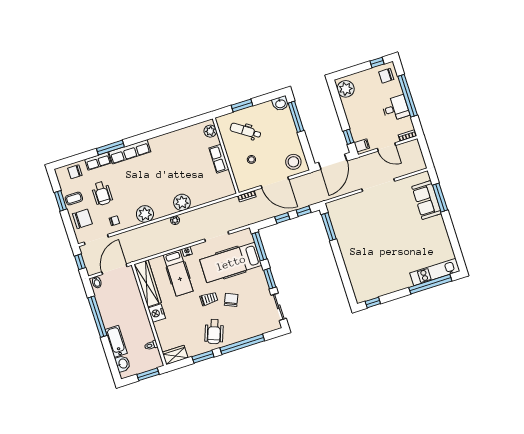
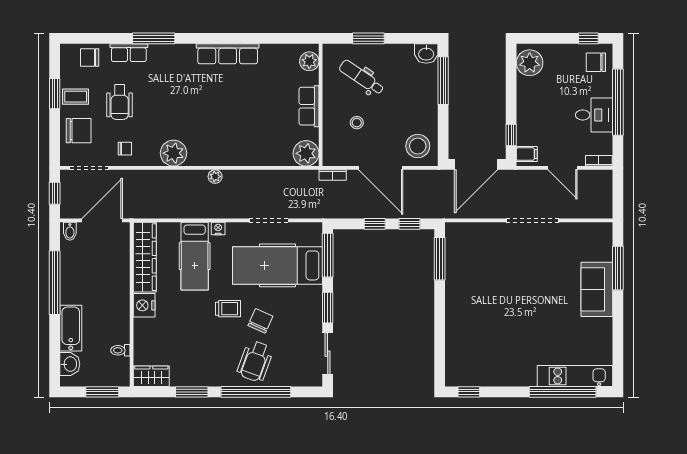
row of seats: (130, 152) -> (228, 54), moved
sofa: (427, 200) -> (597, 289), moved
plant: (182, 202) -> (306, 153), moved
wheelchair: (214, 332) -> (255, 361), moved

